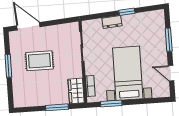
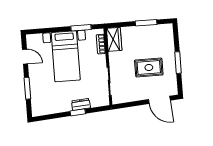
window: (127, 12) -> (78, 112), moved
window: (57, 107) -> (146, 23), moved

